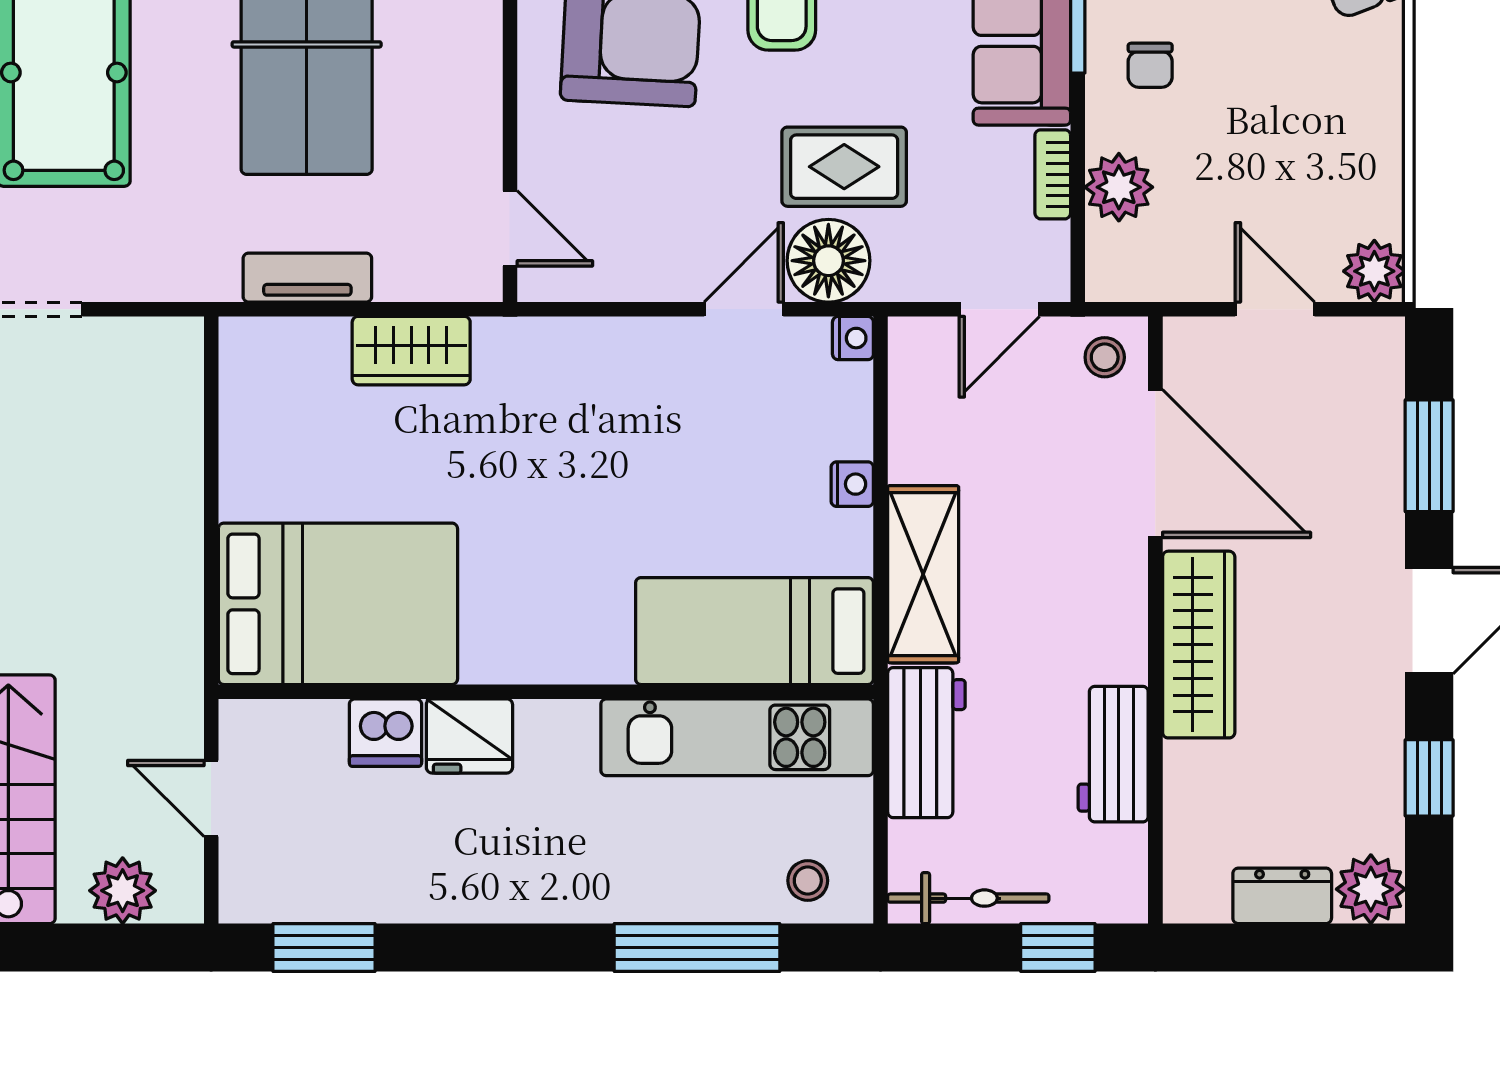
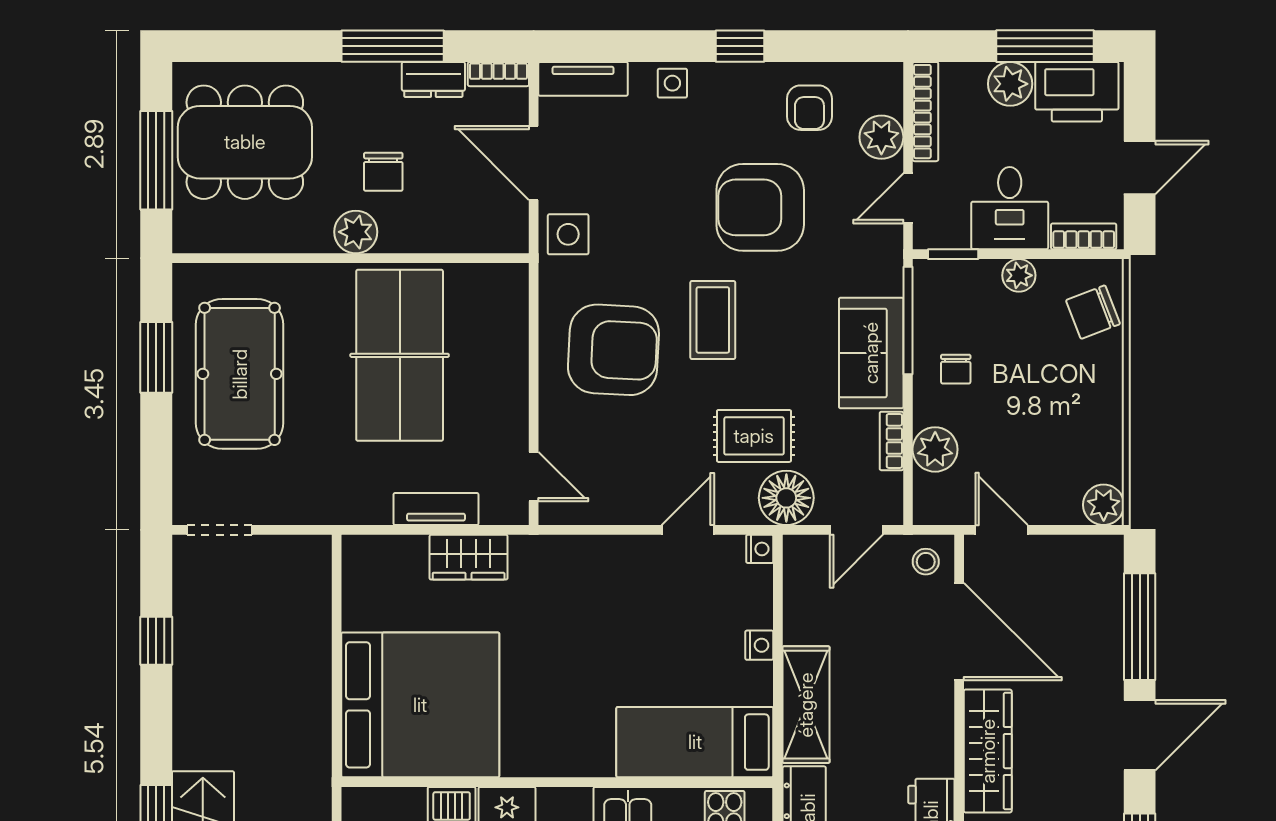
floor lamp: (828, 261) -> (786, 498), moved
tv unit: (307, 278) -> (436, 509), moved
door: (1275, 309) -> (1002, 530), moved
window: (1429, 456) -> (1140, 627), width x1.44
bed: (338, 604) -> (420, 705), width x1.36

